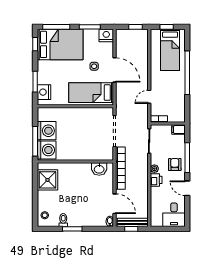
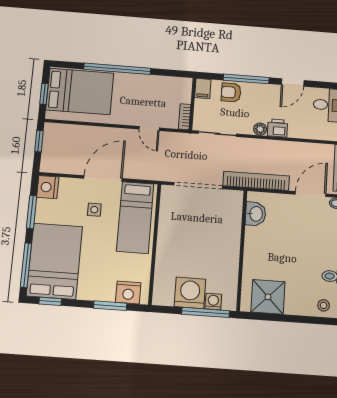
bed: (170, 50) -> (80, 91), width x1.50
washing machine: (47, 150) -> (213, 302), width x0.53, depth x0.53
armchair: (175, 165) -> (231, 92), moved

